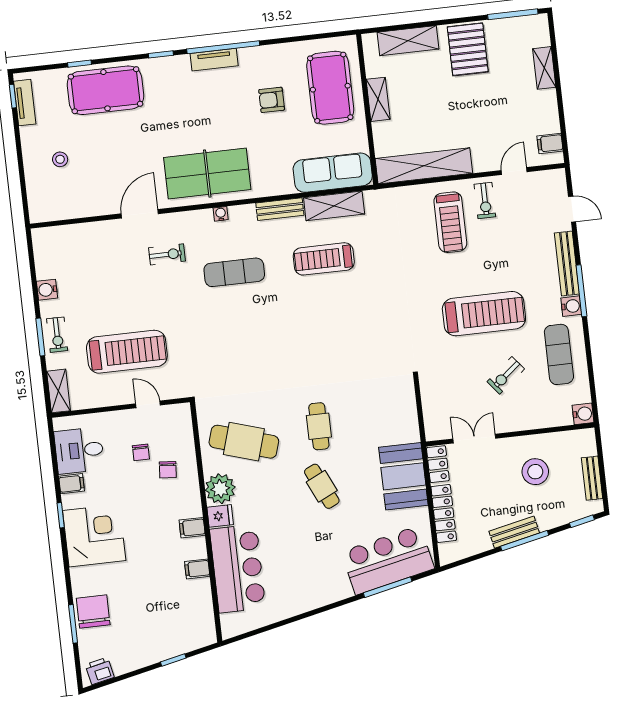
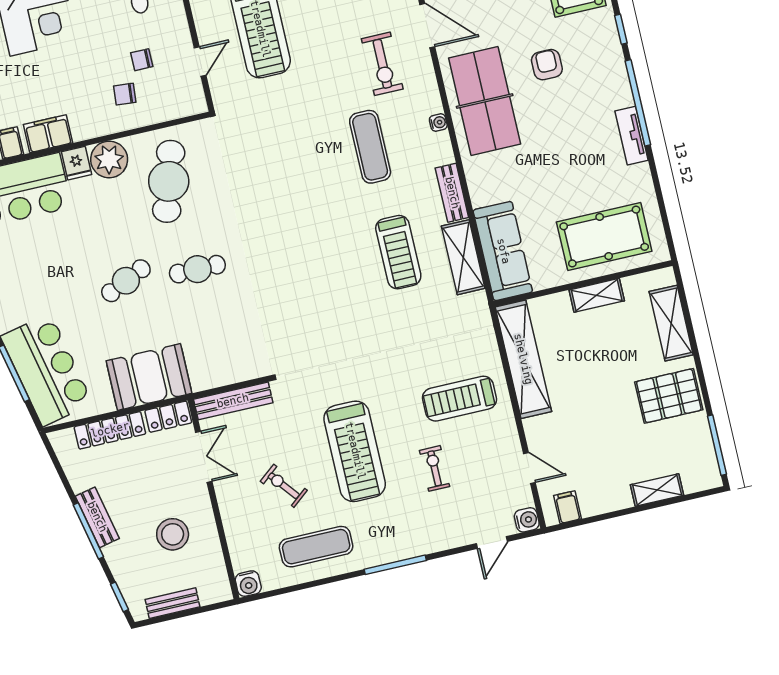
tv unit: (214, 60) -> (632, 136), moved
armchair: (272, 100) -> (547, 65), moved
exercise bike: (485, 201) -> (435, 468), moved, turned 90
exercise bike: (167, 254) -> (382, 64), width x1.38, depth x1.39
treadmill: (324, 259) -> (398, 252), turned 180
bench: (567, 263) -> (233, 401), moved
water cooler: (571, 306) -> (527, 520), moved, turned -90
filing cabinet: (192, 528) -> (48, 134), width x2.00

